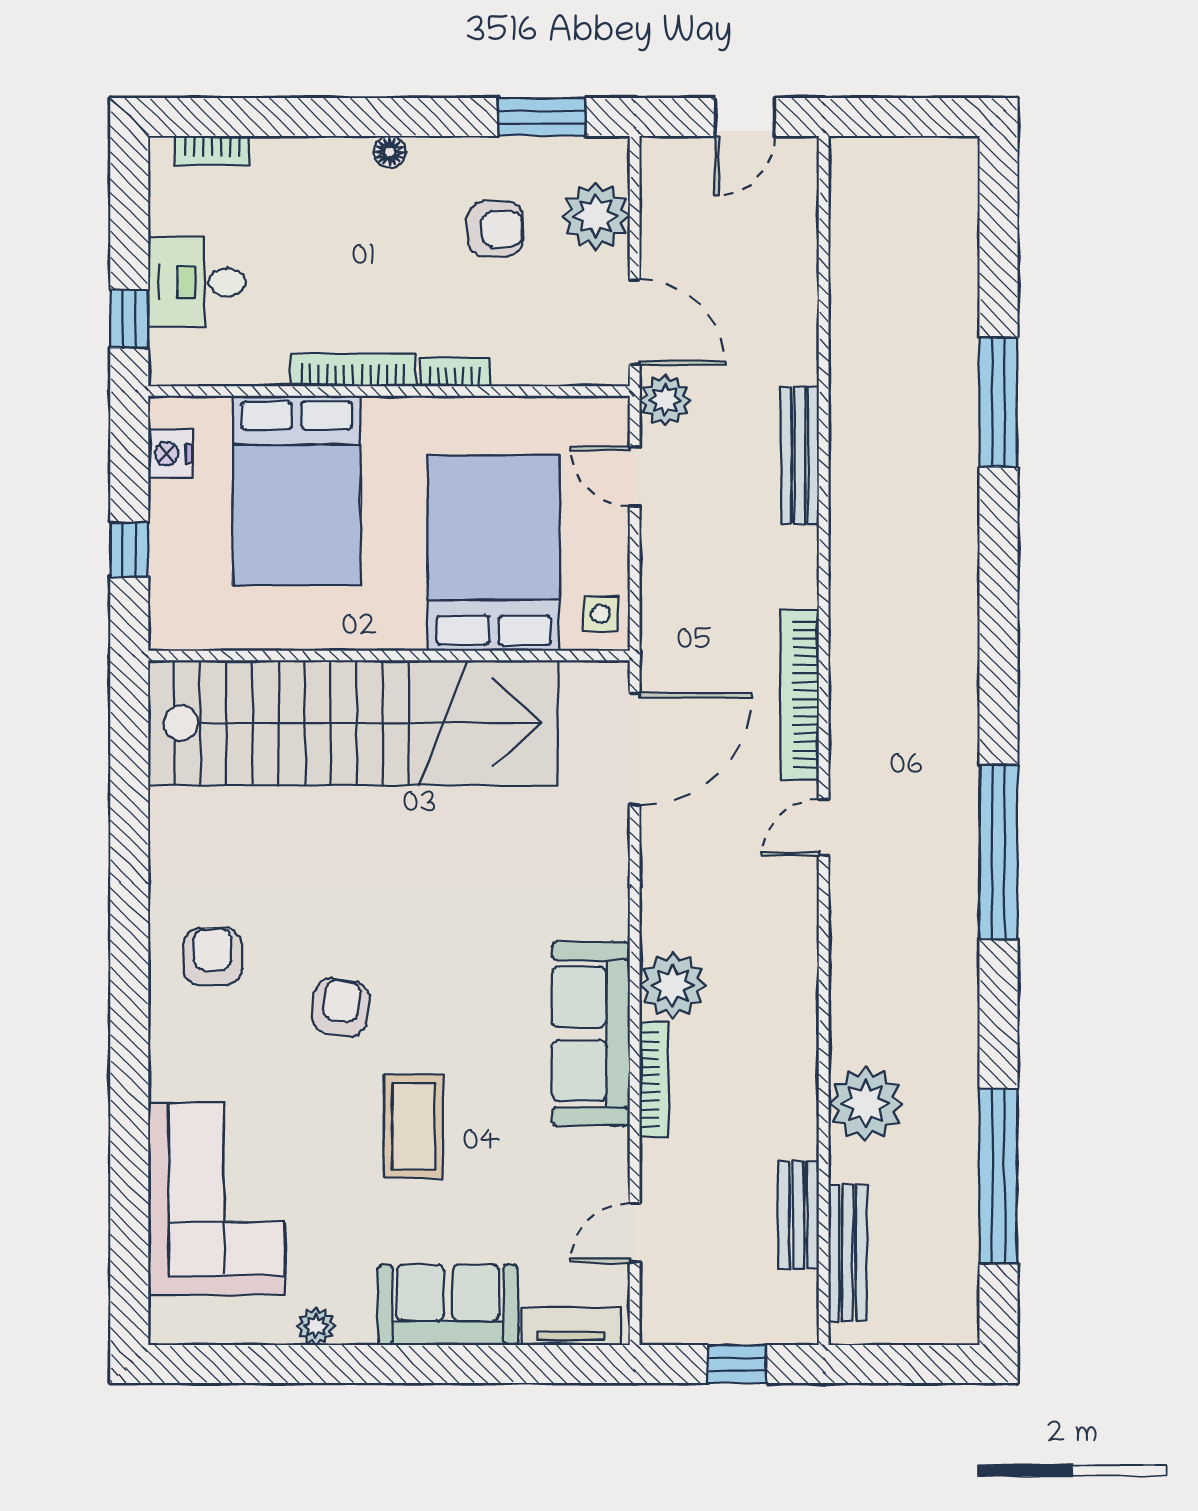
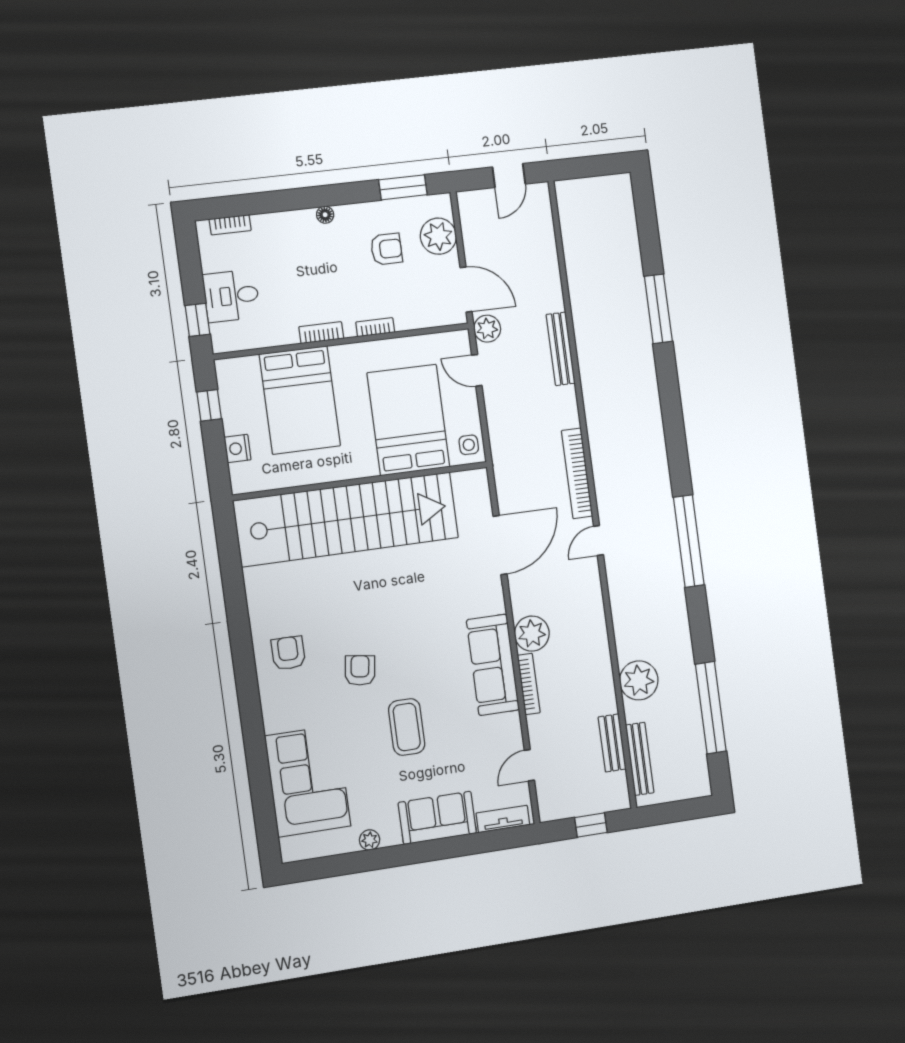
bookcase: (353, 370) -> (321, 333), width x0.64
nightstand: (170, 454) -> (237, 448), moved
window: (129, 550) -> (209, 405), moved
door: (635, 749) -> (500, 545), moved

